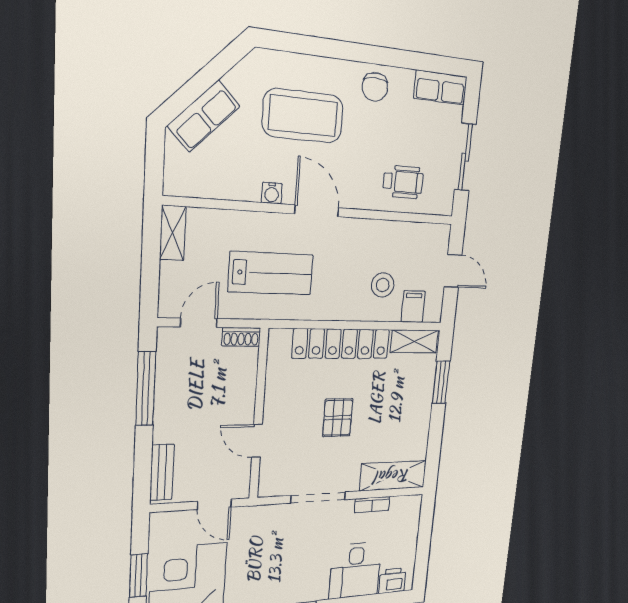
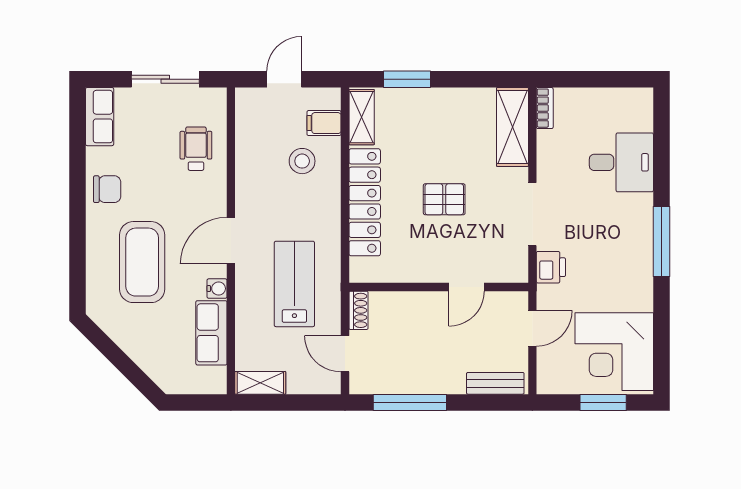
row of seats: (204, 116) -> (211, 333), moved, turned -135
bookcase: (372, 505) -> (545, 108), moved
printer: (392, 581) -> (551, 267), moved, turned 180

